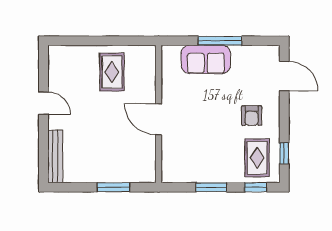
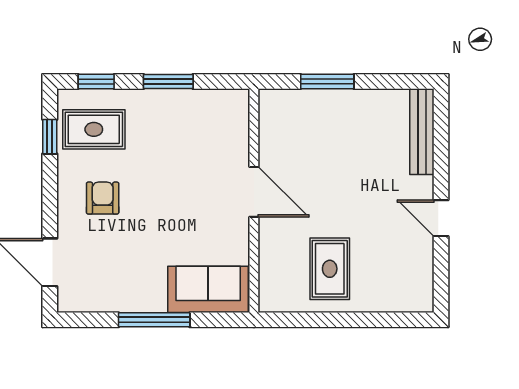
sofa: (206, 59) -> (208, 289), moved
rug: (257, 158) -> (94, 129), turned 90

